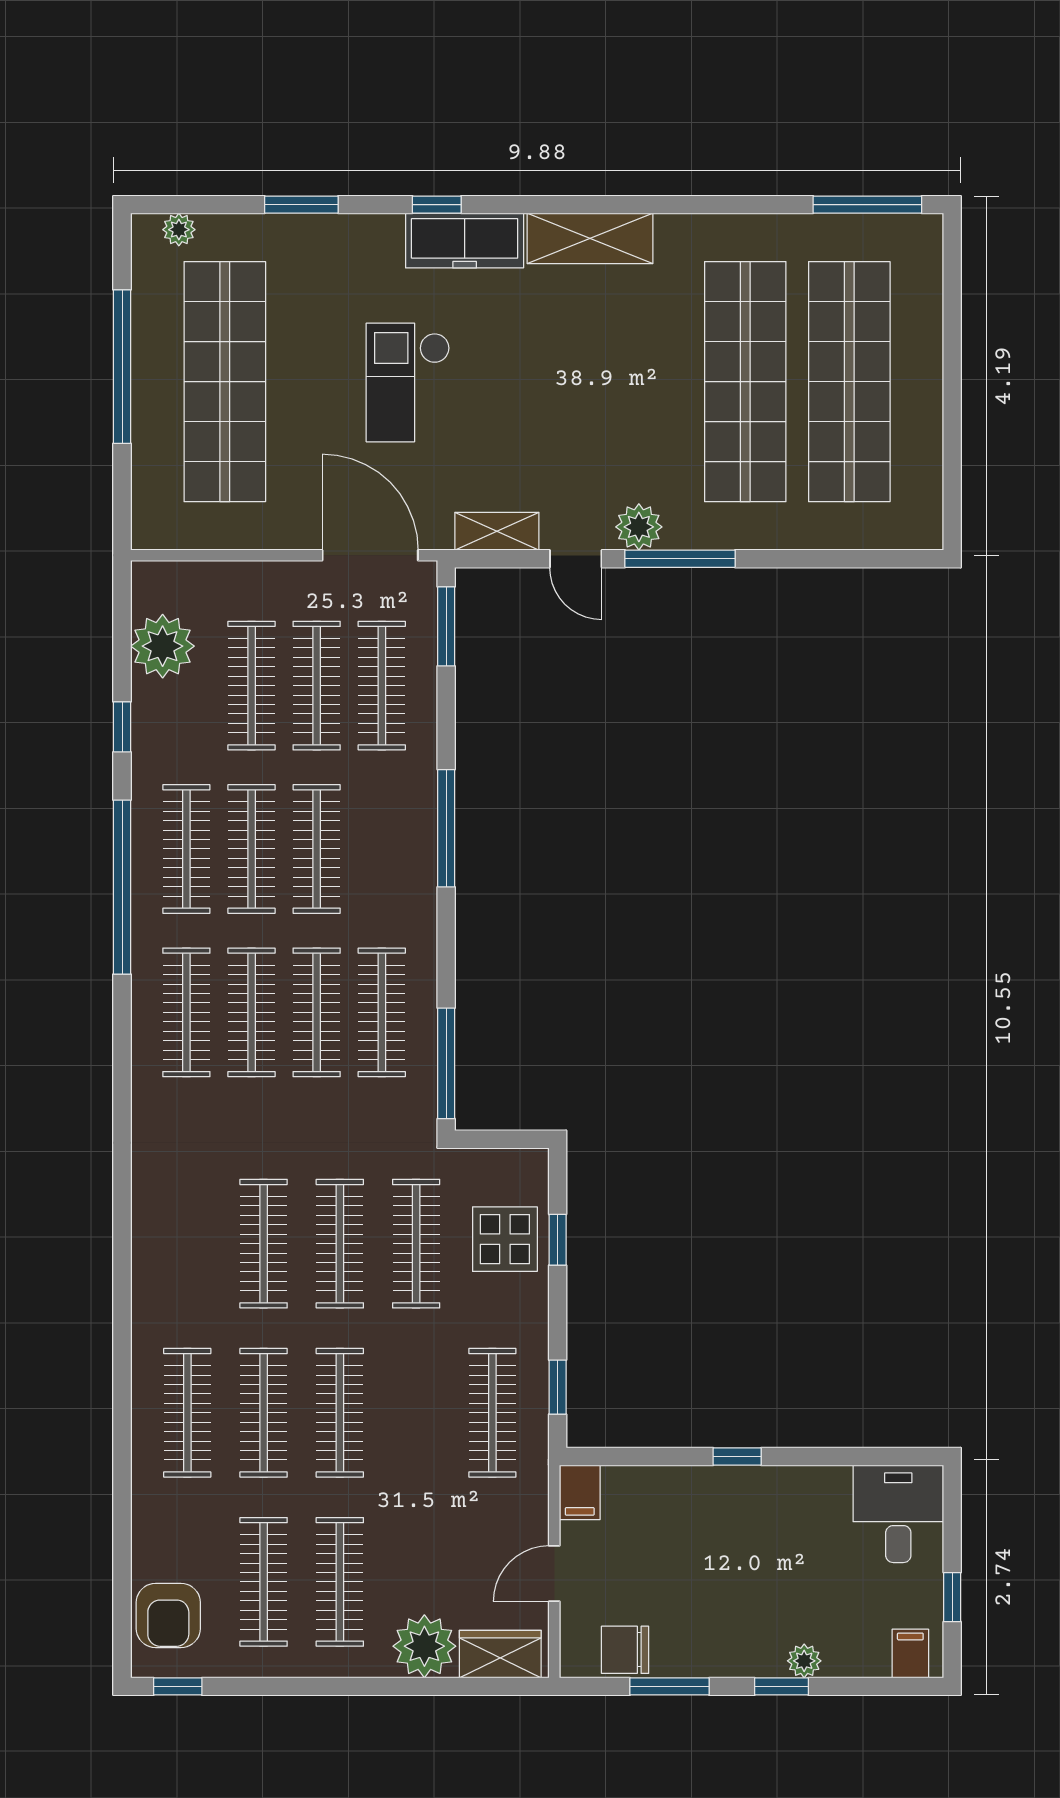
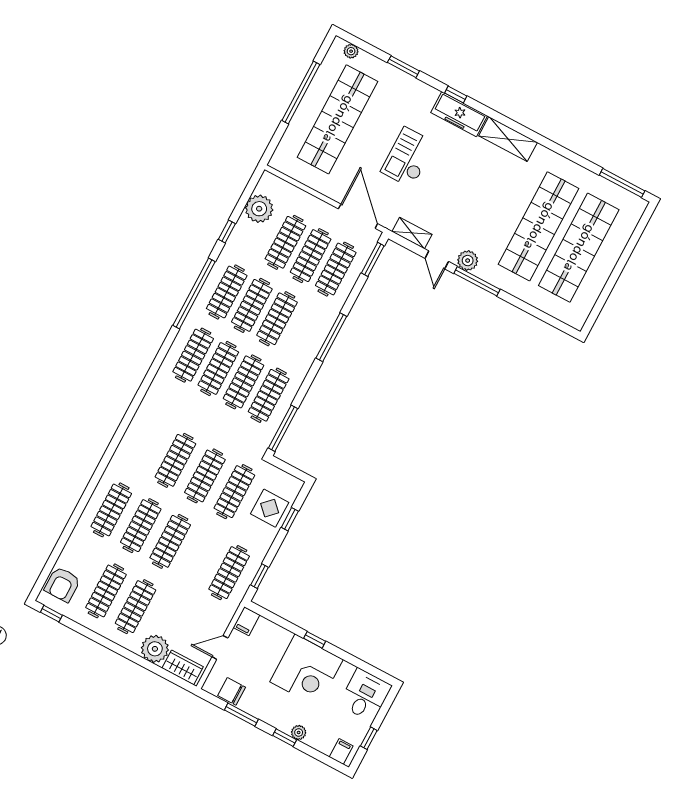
corner desk: (754, 1527) -> (306, 671), added

